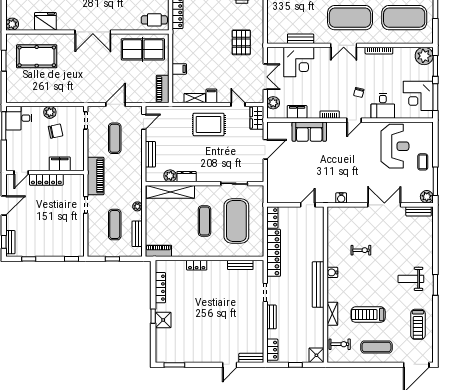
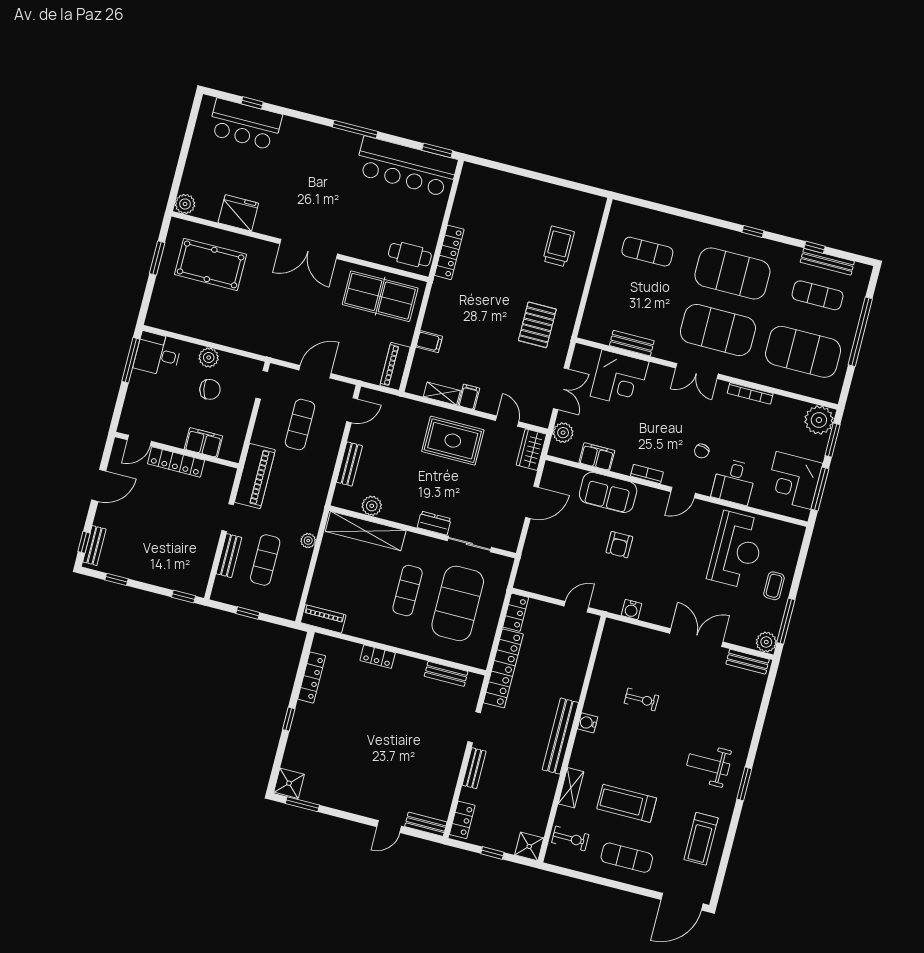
armchair: (324, 161) -> (619, 545), added
dresser: (187, 177) -> (434, 523), moved
bench: (137, 234) -> (229, 556), moved
shower: (163, 320) -> (289, 783), moved

